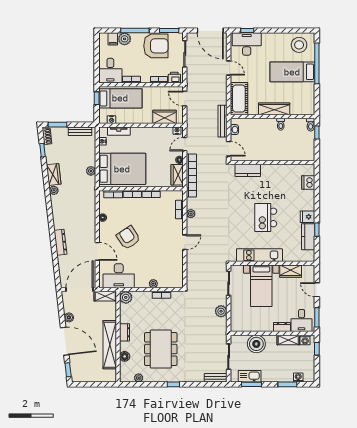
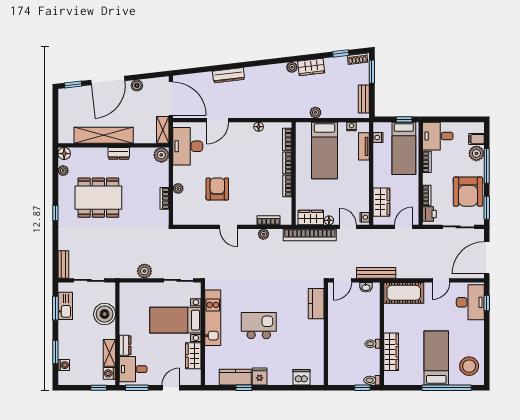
wardrobe: (274, 109) -> (391, 352), moved
bed: (122, 169) -> (324, 150), width x0.67
armchair: (128, 238) -> (217, 189), moved, turned -56
floor lamp: (125, 356) -> (64, 154), moved

